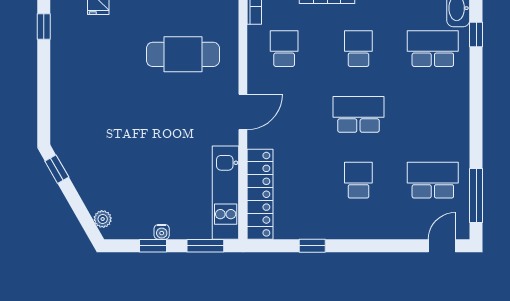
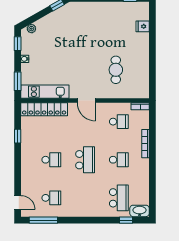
cafe table: (183, 54) -> (116, 70), width x0.73, depth x0.74
school desk: (433, 180) -> (51, 198), width x0.54
window: (153, 246) -> (18, 44), moved

